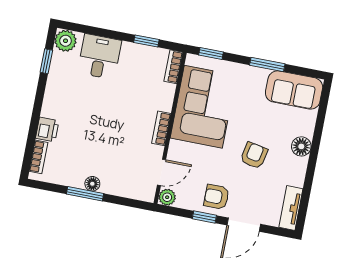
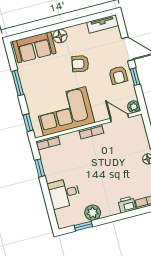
plant: (66, 41) -> (93, 213), moved
sofa: (294, 90) -> (34, 47), moved, turned 90

